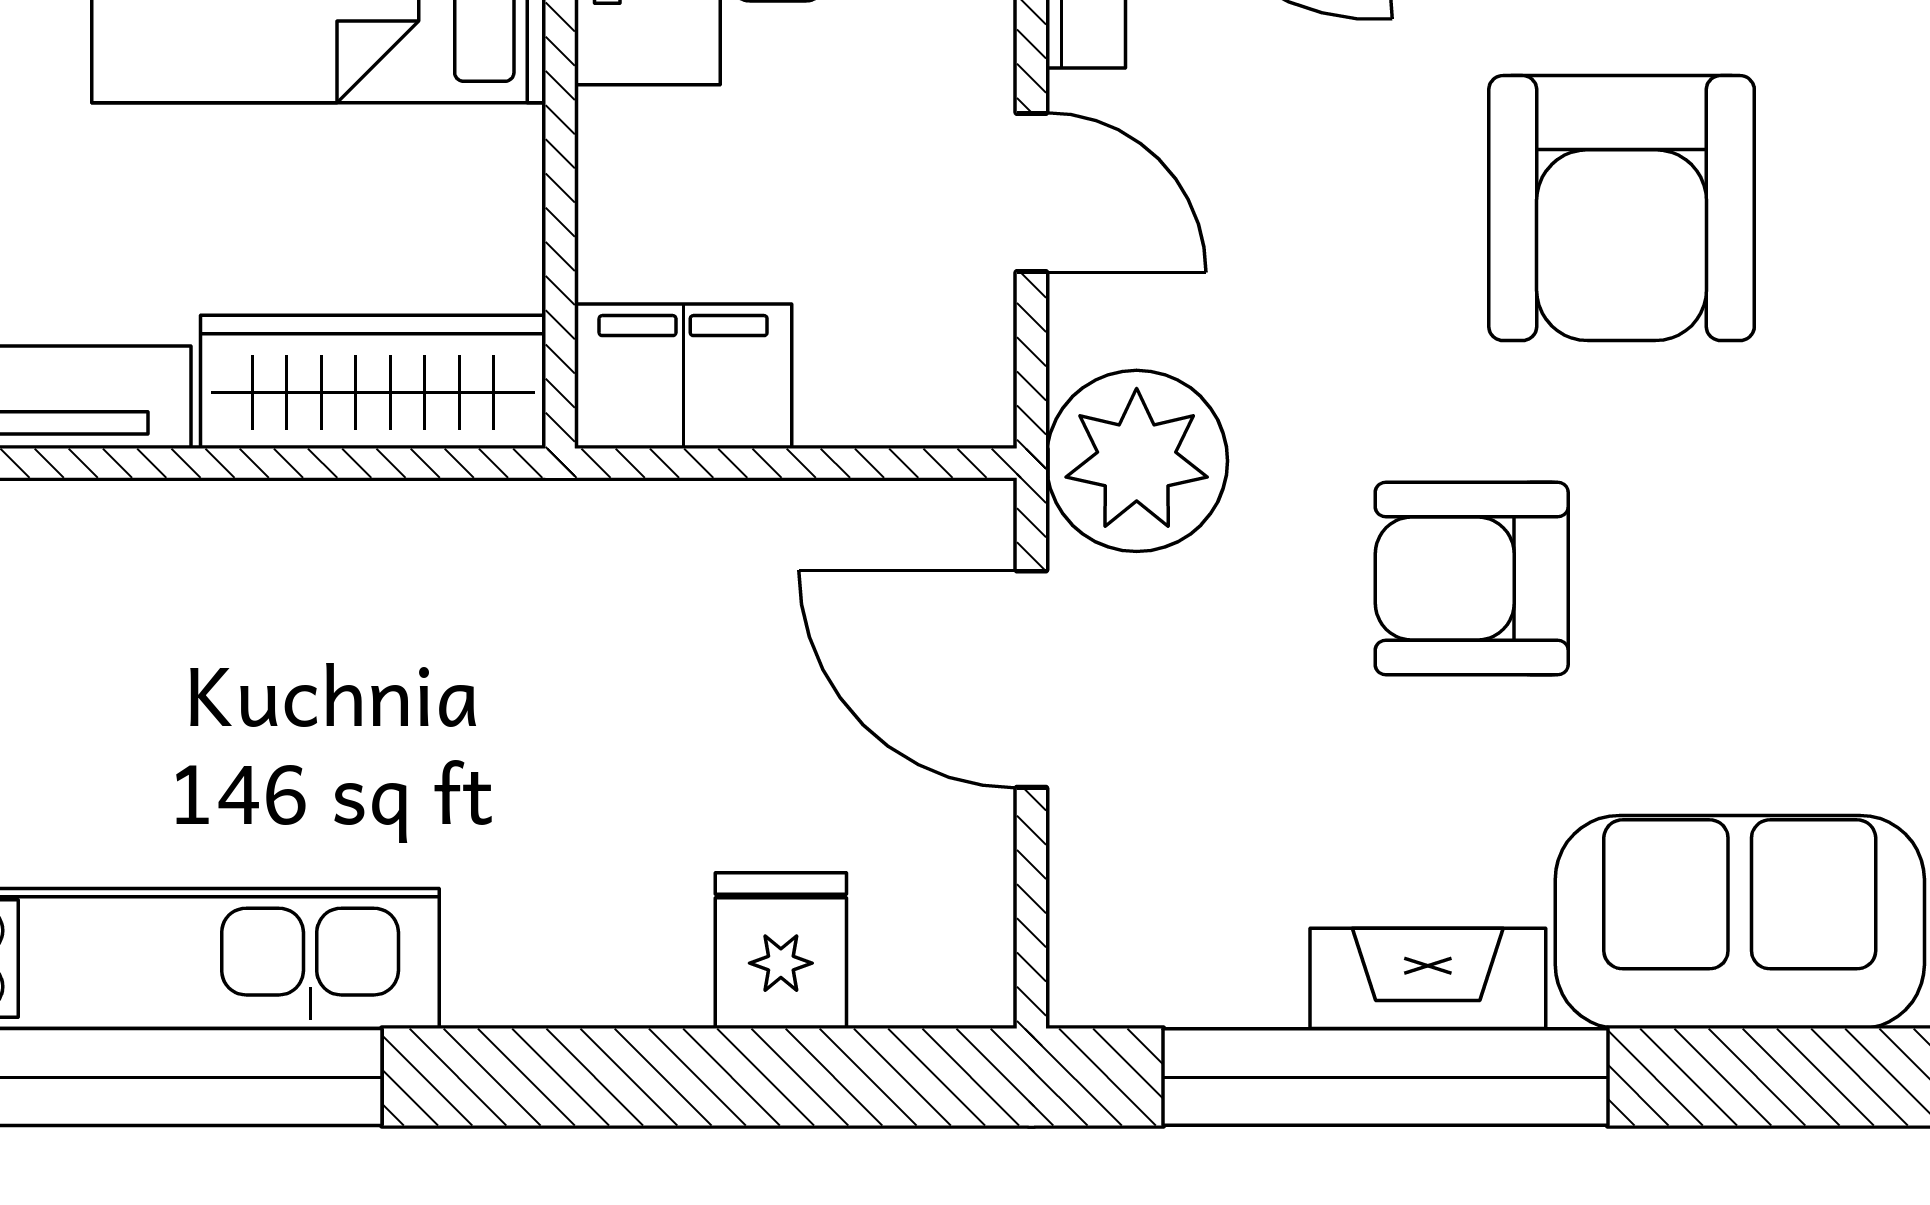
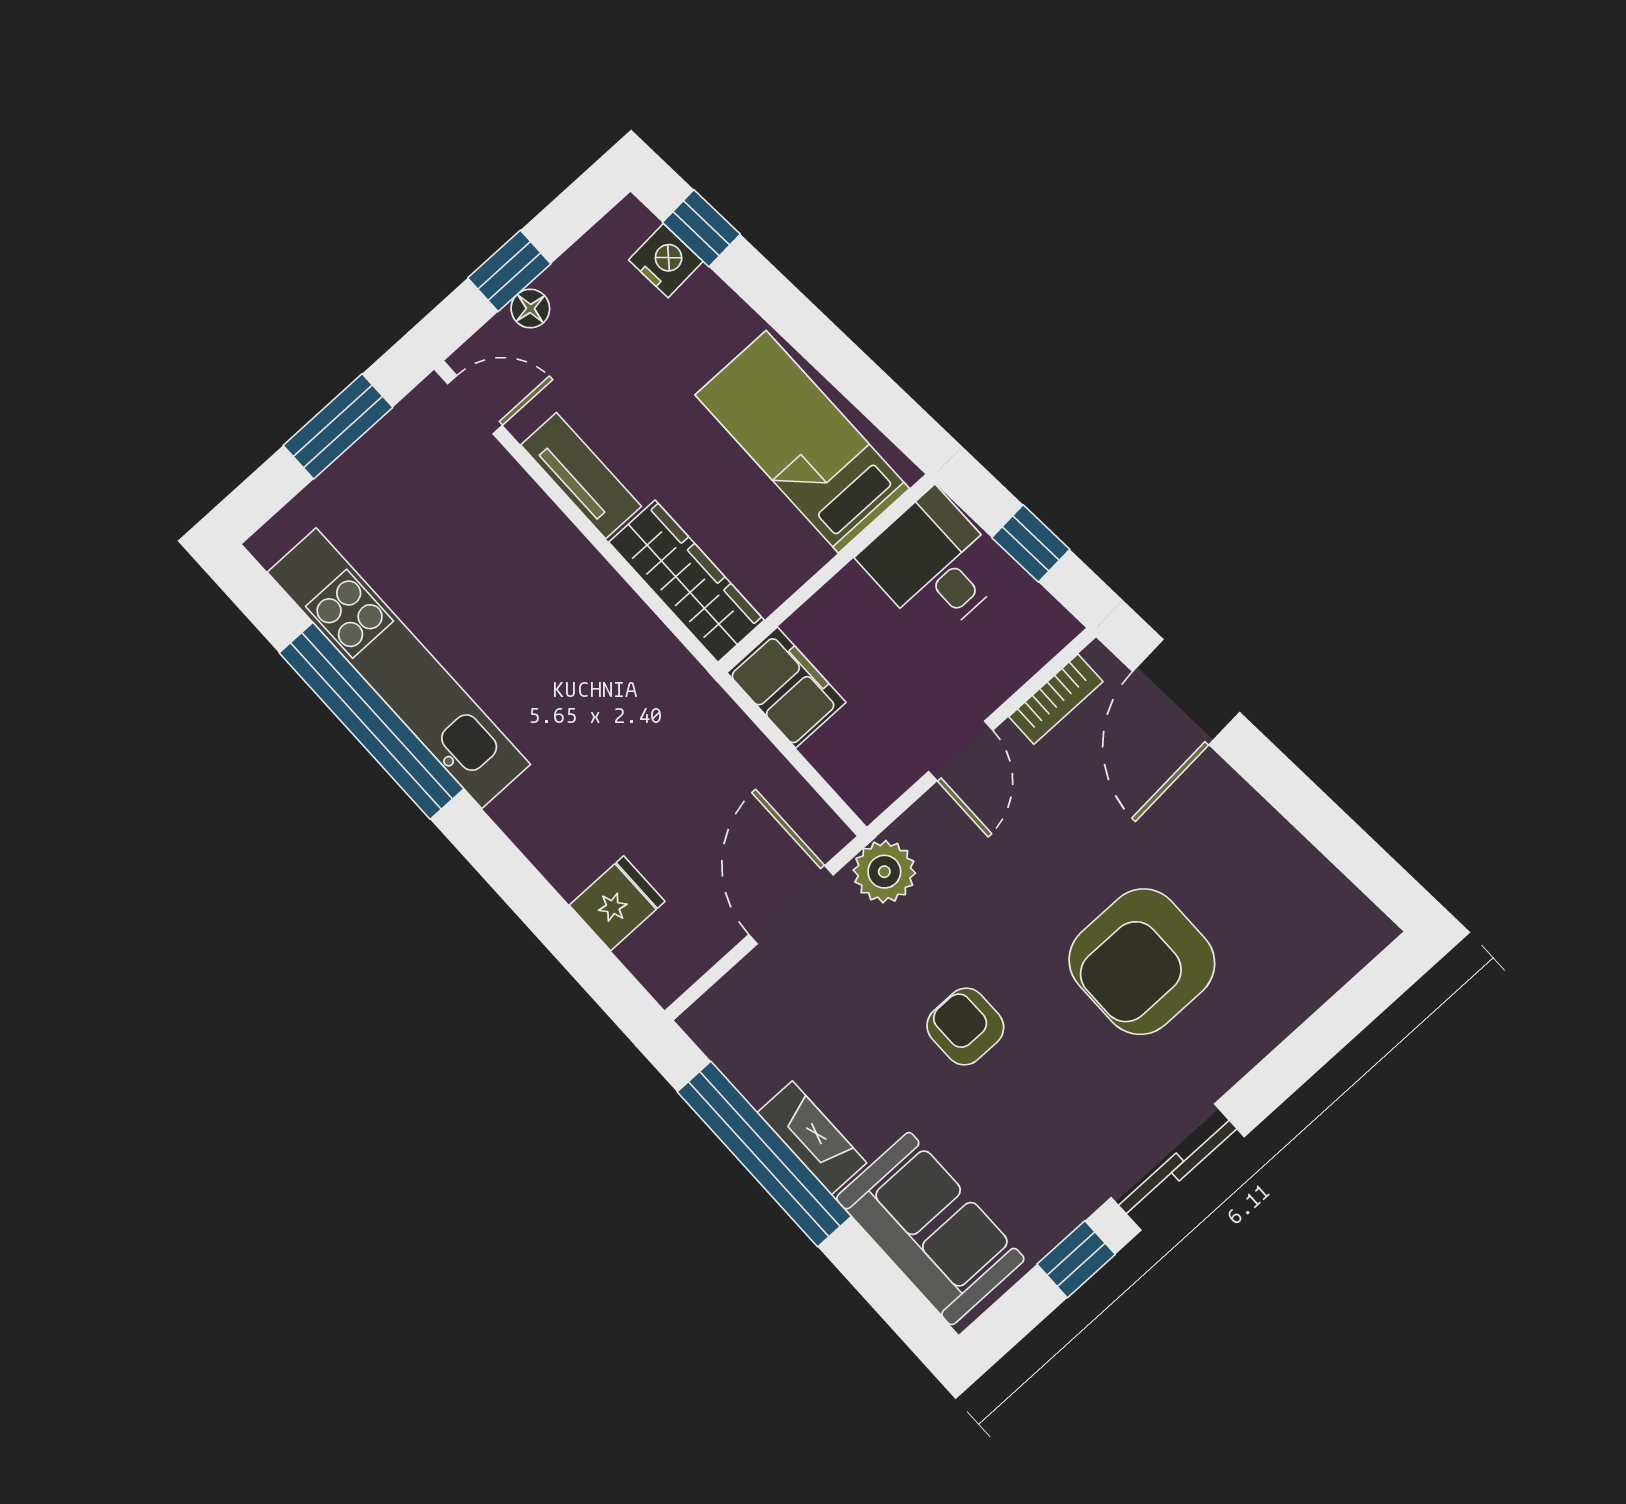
plant: (1137, 461) -> (884, 872), width x0.73, depth x0.73
armchair: (1472, 579) -> (965, 1026), width x0.72, depth x0.72

